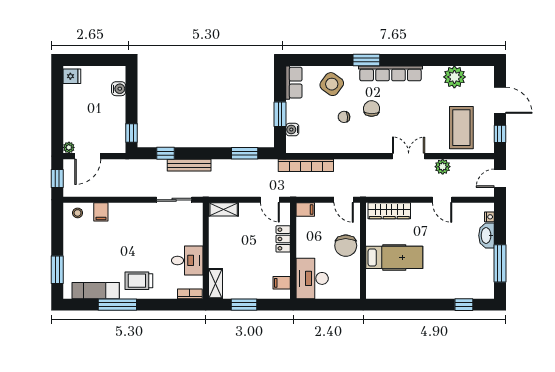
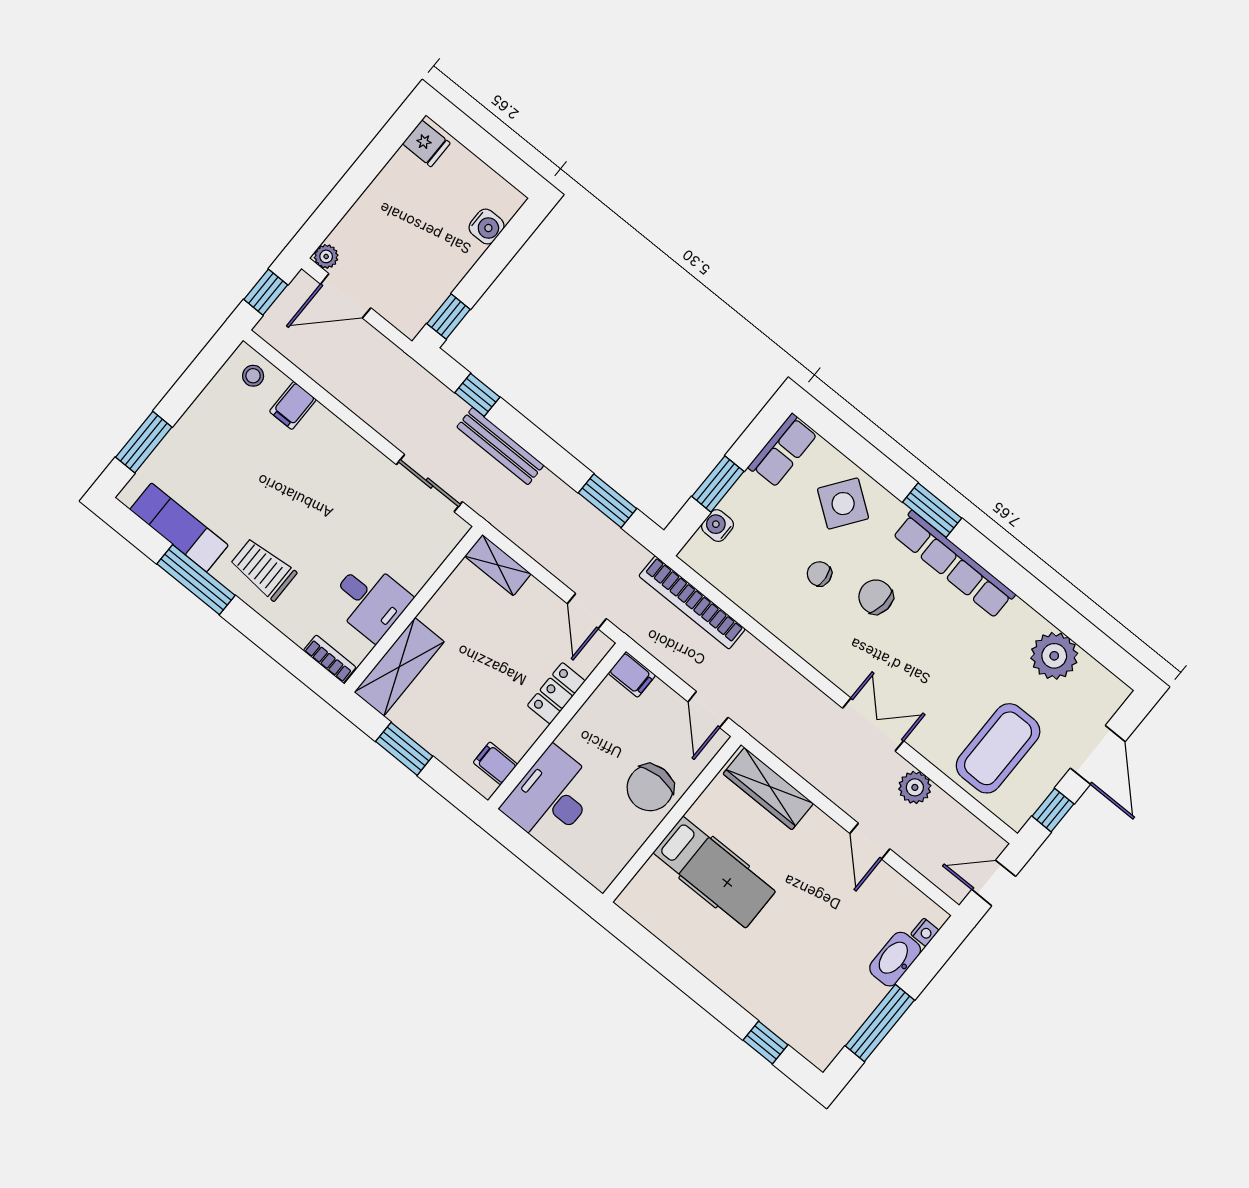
chair: (372, 109) -> (876, 597), turned -85
shelving: (216, 284) -> (399, 667), width x1.50, depth x1.33

